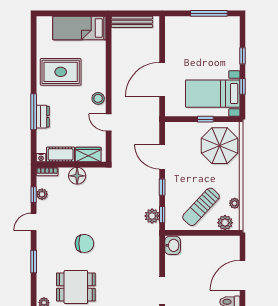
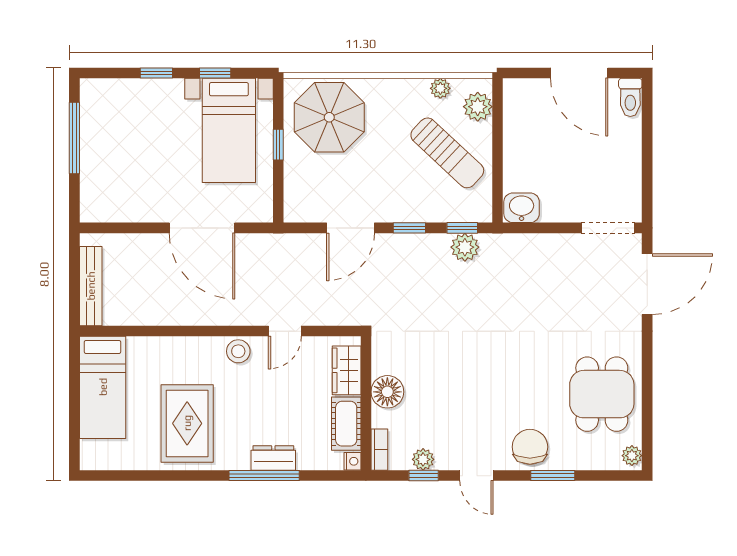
chair: (84, 243) -> (530, 447), moved

